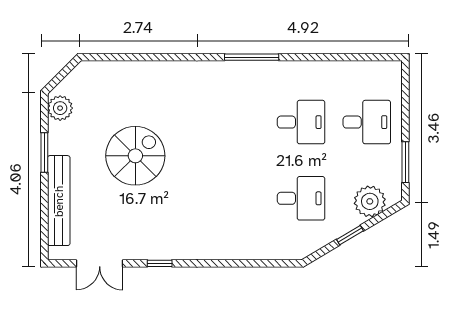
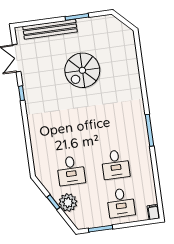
filing cabinet: (390, 69) -> (153, 212), added
plant: (60, 108) -> (104, 22), removed
spiral stairs: (135, 156) -> (82, 70), turned 90
plant: (370, 201) -> (68, 203), moved

